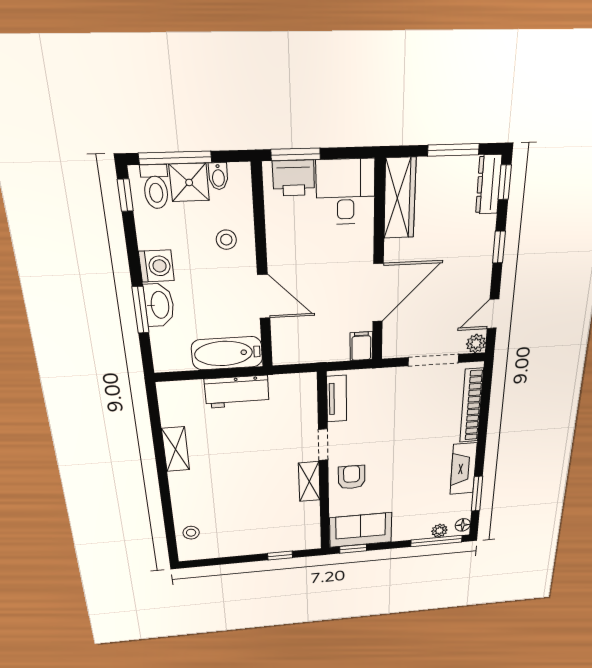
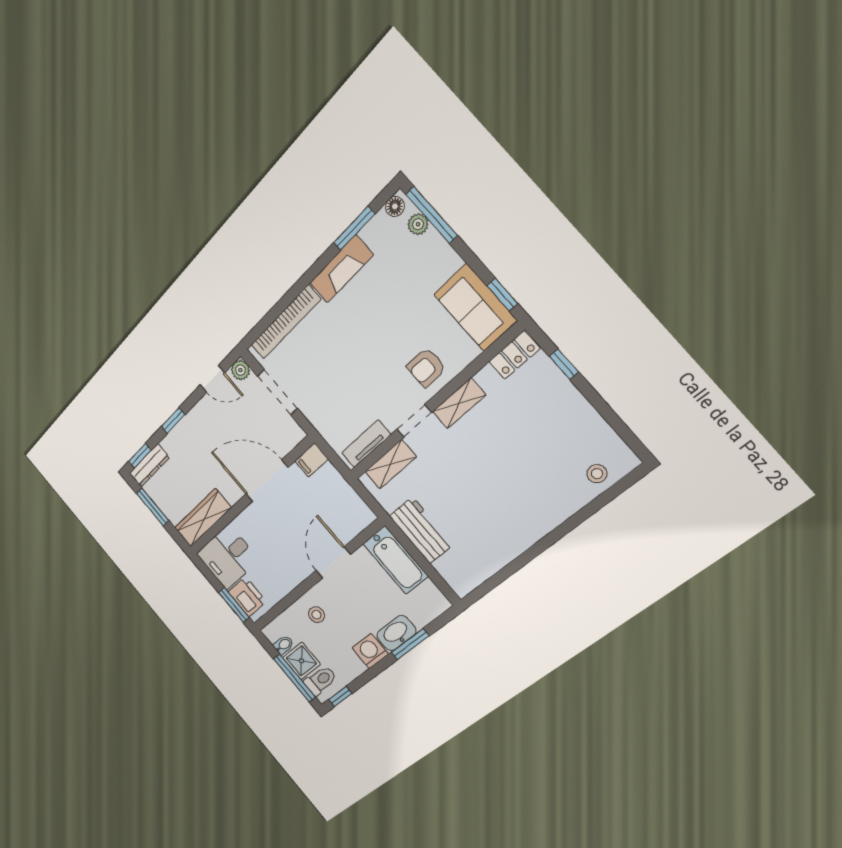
shelving: (176, 449) -> (391, 464), moved
locker: (311, 533) -> (514, 355), added

